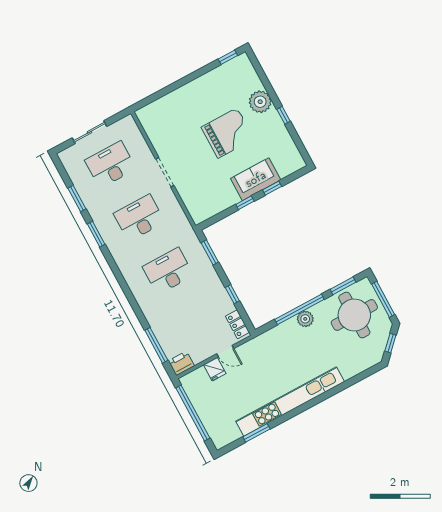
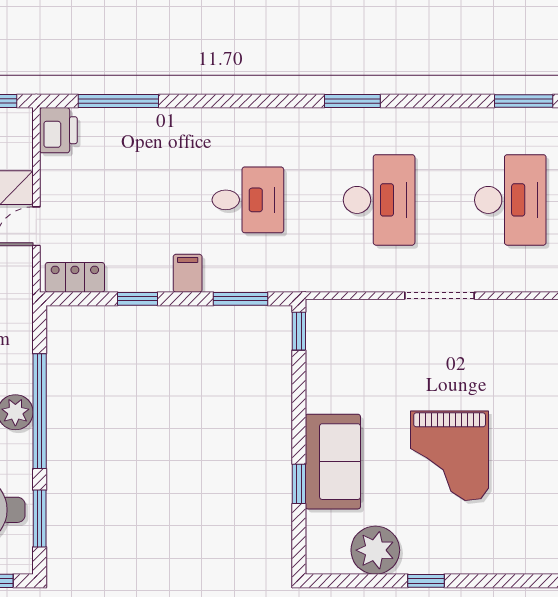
plant: (260, 102) -> (375, 550), moved
window: (77, 199) -> (524, 101), moved
window: (245, 203) -> (299, 331), moved
window: (96, 234) -> (352, 101), moved
desk: (168, 271) -> (248, 200), width x0.73
filing cabinet: (211, 279) -> (188, 273), added

